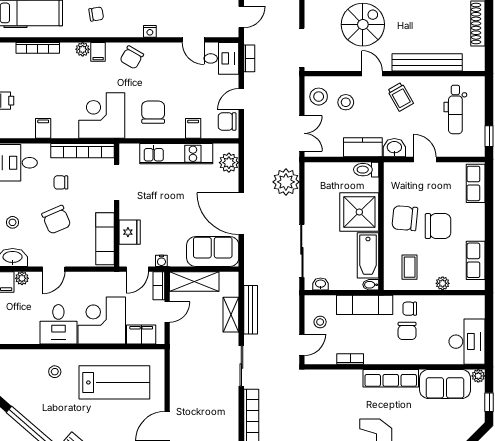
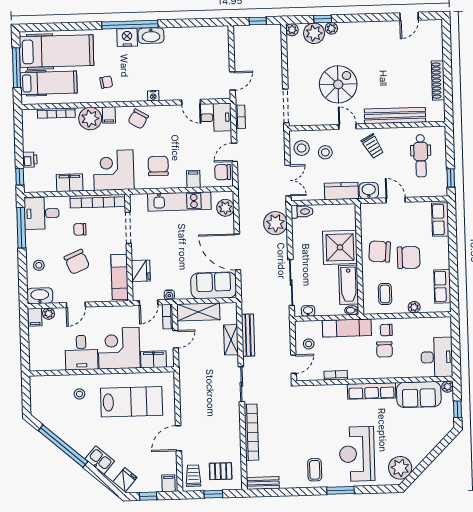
plant: (83, 49) -> (90, 119), width x1.87, depth x1.87
filing cabinet: (43, 128) -> (70, 183), width x2.00
toilet: (366, 170) -> (302, 212), moved, turned 180

